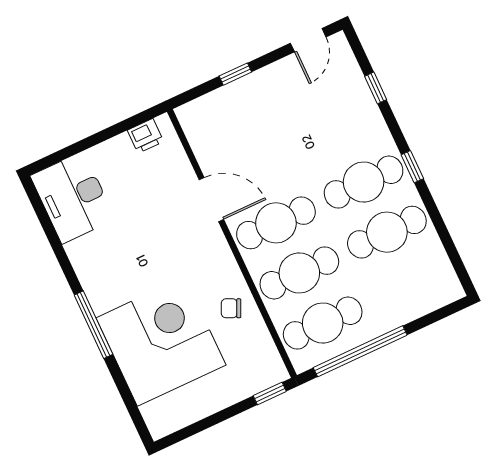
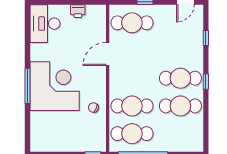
printer: (145, 136) -> (78, 11), moved
door: (211, 200) -> (108, 54), swing flipped
cafe table: (276, 223) -> (132, 23), moved
corner desk: (161, 341) -> (55, 86), moved

